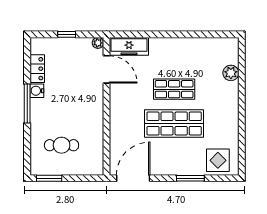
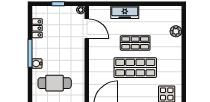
freezer: (129, 46) -> (125, 12), moved
water cooler: (37, 91) -> (37, 64), moved
cafe table: (62, 145) -> (55, 83), width x1.37, depth x1.35

